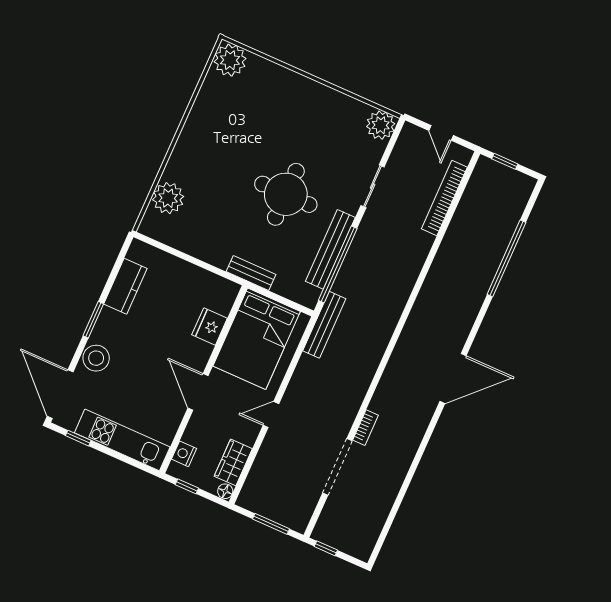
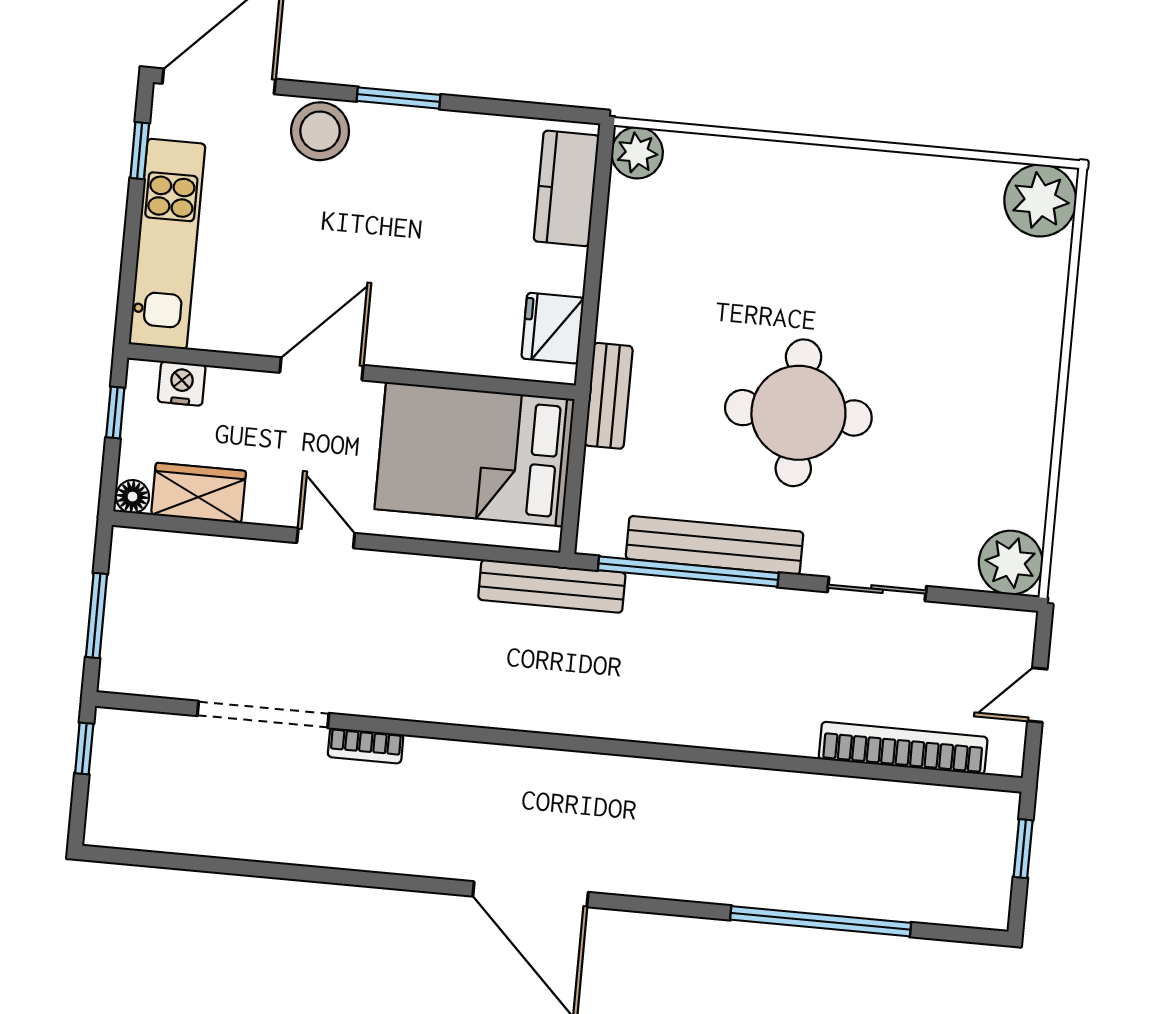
plant: (168, 198) -> (637, 153), moved, width x0.73, depth x0.73
kitchen counter: (125, 286) -> (566, 188), moved, turned 90
fridge: (210, 327) -> (553, 328), moved, turned -90

